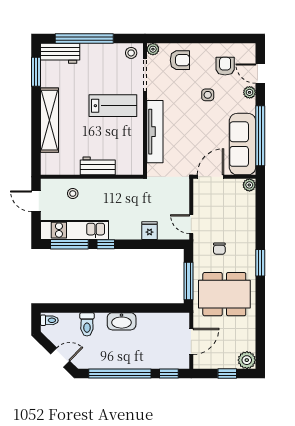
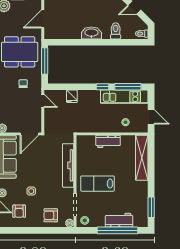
workbench: (60, 53) -> (119, 220), moved
shelving: (49, 120) -> (142, 158), moved

